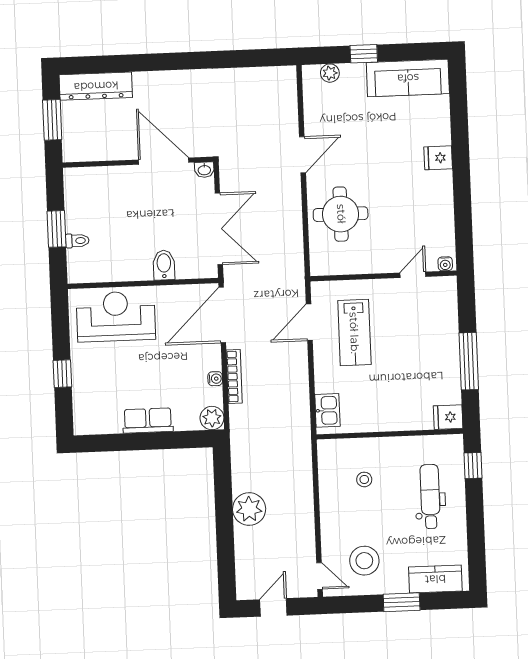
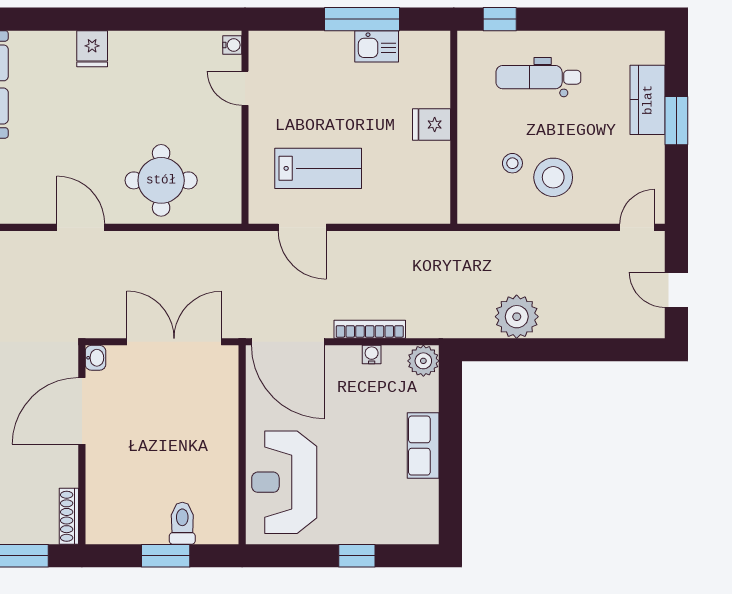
shoe rack: (84, 154) -> (69, 516), added
toilet: (77, 241) -> (182, 523), width x1.37, depth x1.39
bidet: (164, 265) -> (219, 416), removed
kitchen sink: (327, 410) -> (377, 46), moved, turned 180
fridge: (448, 417) -> (432, 125), moved, turned 90
plant: (249, 509) -> (517, 317), moved
stool: (364, 561) -> (553, 177), moved
kitchen counter: (435, 579) -> (648, 100), moved

